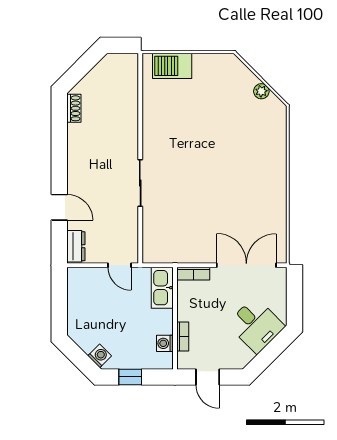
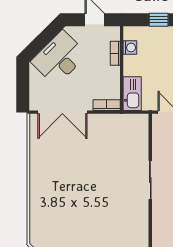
desk: (256, 325) -> (59, 58), width x1.37

